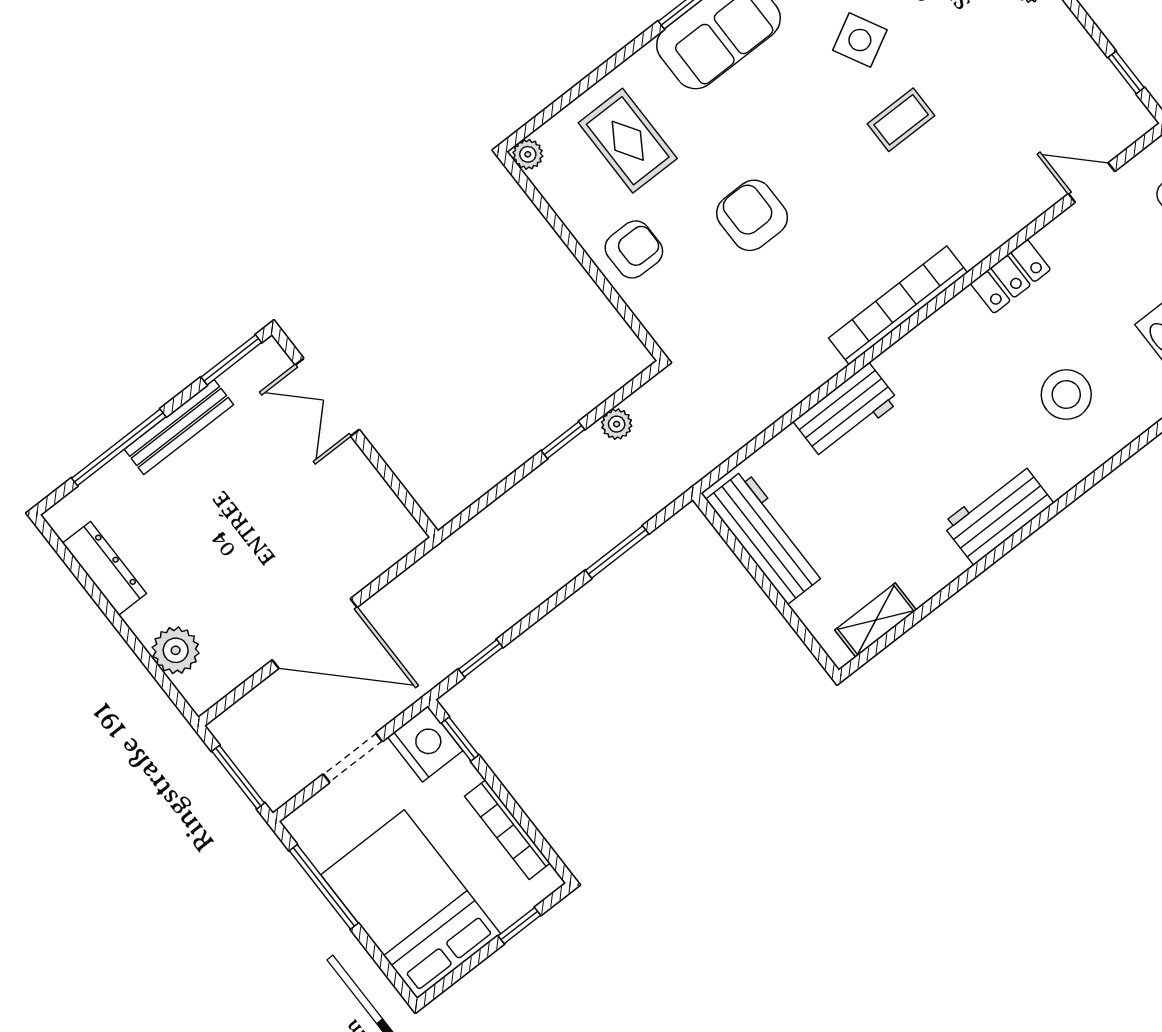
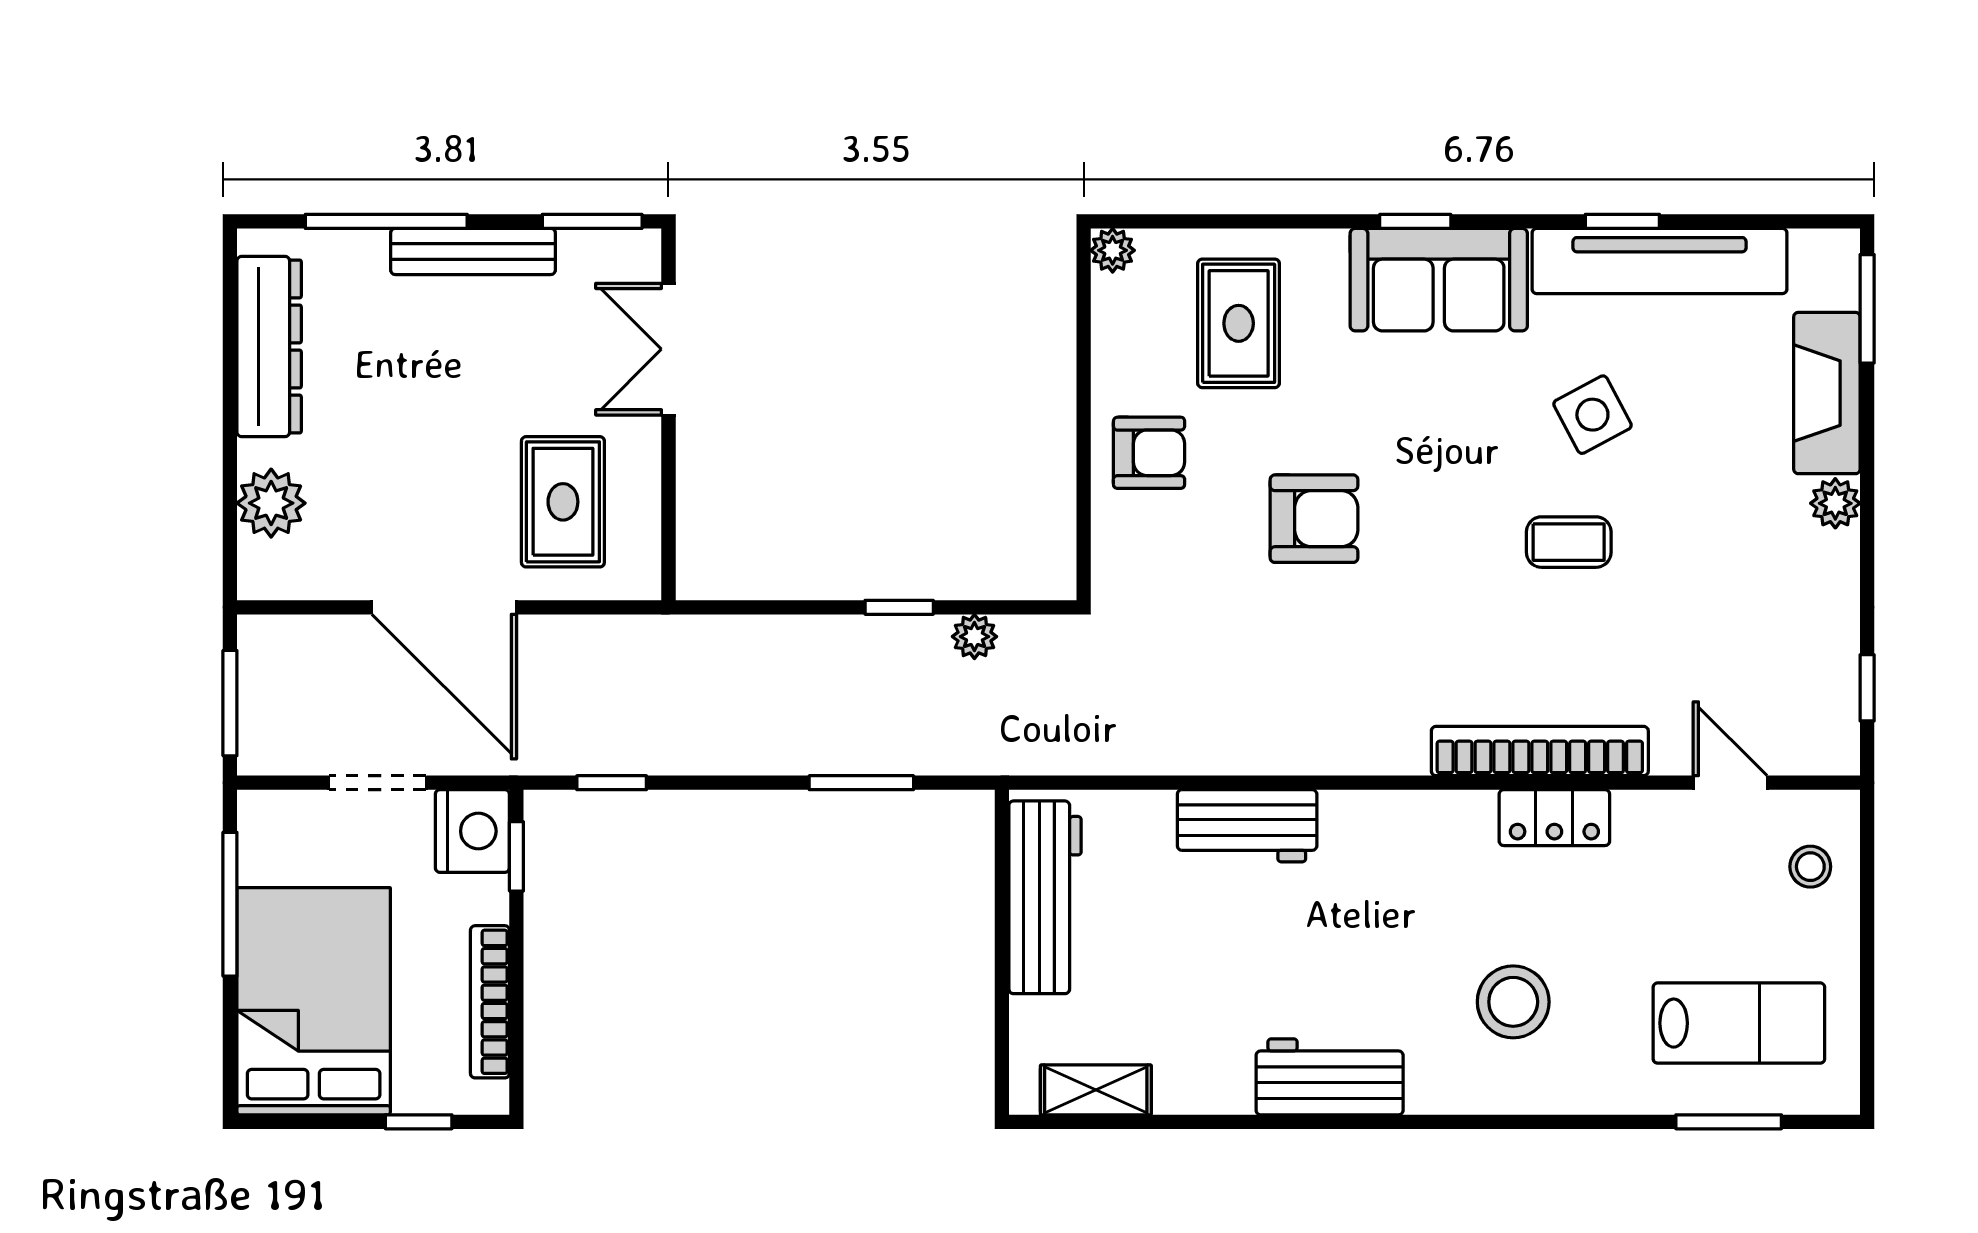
armchair: (752, 215) -> (1314, 519), turned 90
bookcase: (898, 305) -> (1540, 751), moved
rug: (335, 525) -> (563, 502), added
dresser: (105, 568) -> (269, 347), width x1.37, depth x1.24

